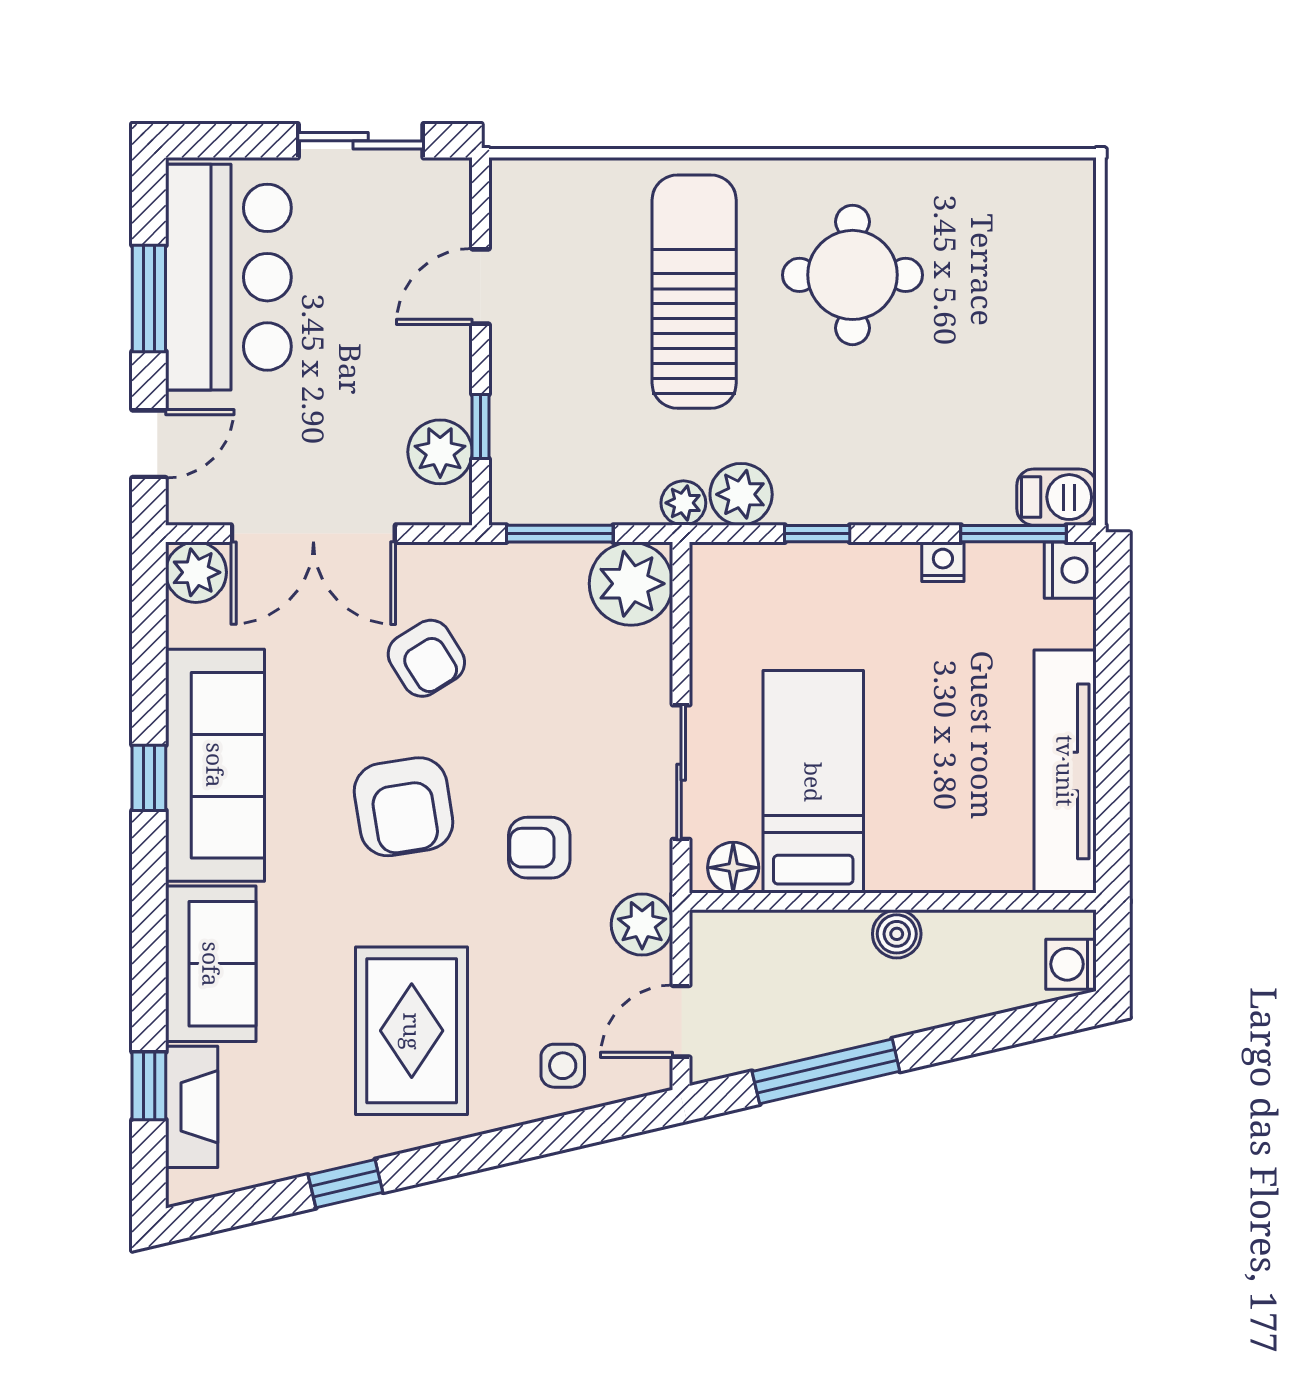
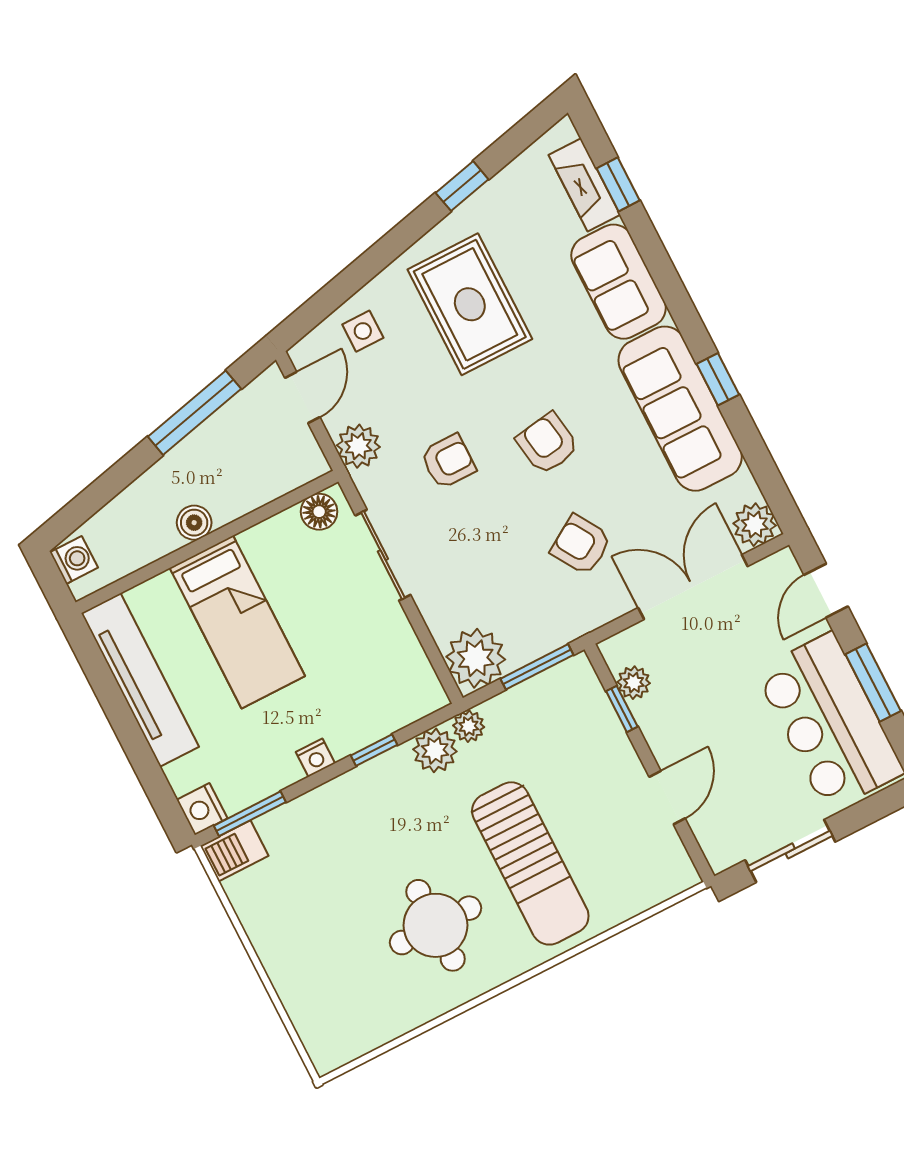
plant: (440, 452) -> (634, 683), width x0.73, depth x0.73
nightstand: (943, 562) -> (315, 758), moved
bed: (813, 782) -> (237, 622), moved
armchair: (404, 807) -> (547, 443), width x0.72, depth x0.72

